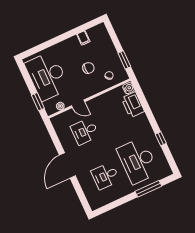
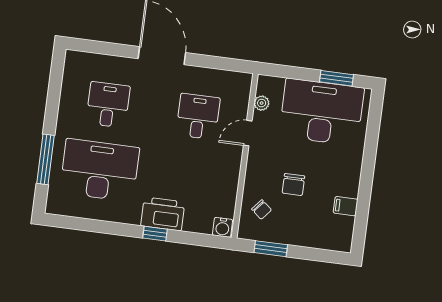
window: (38, 102) -> (336, 78), moved
printer: (133, 105) -> (163, 214), moved
window: (161, 139) -> (155, 234), moved

